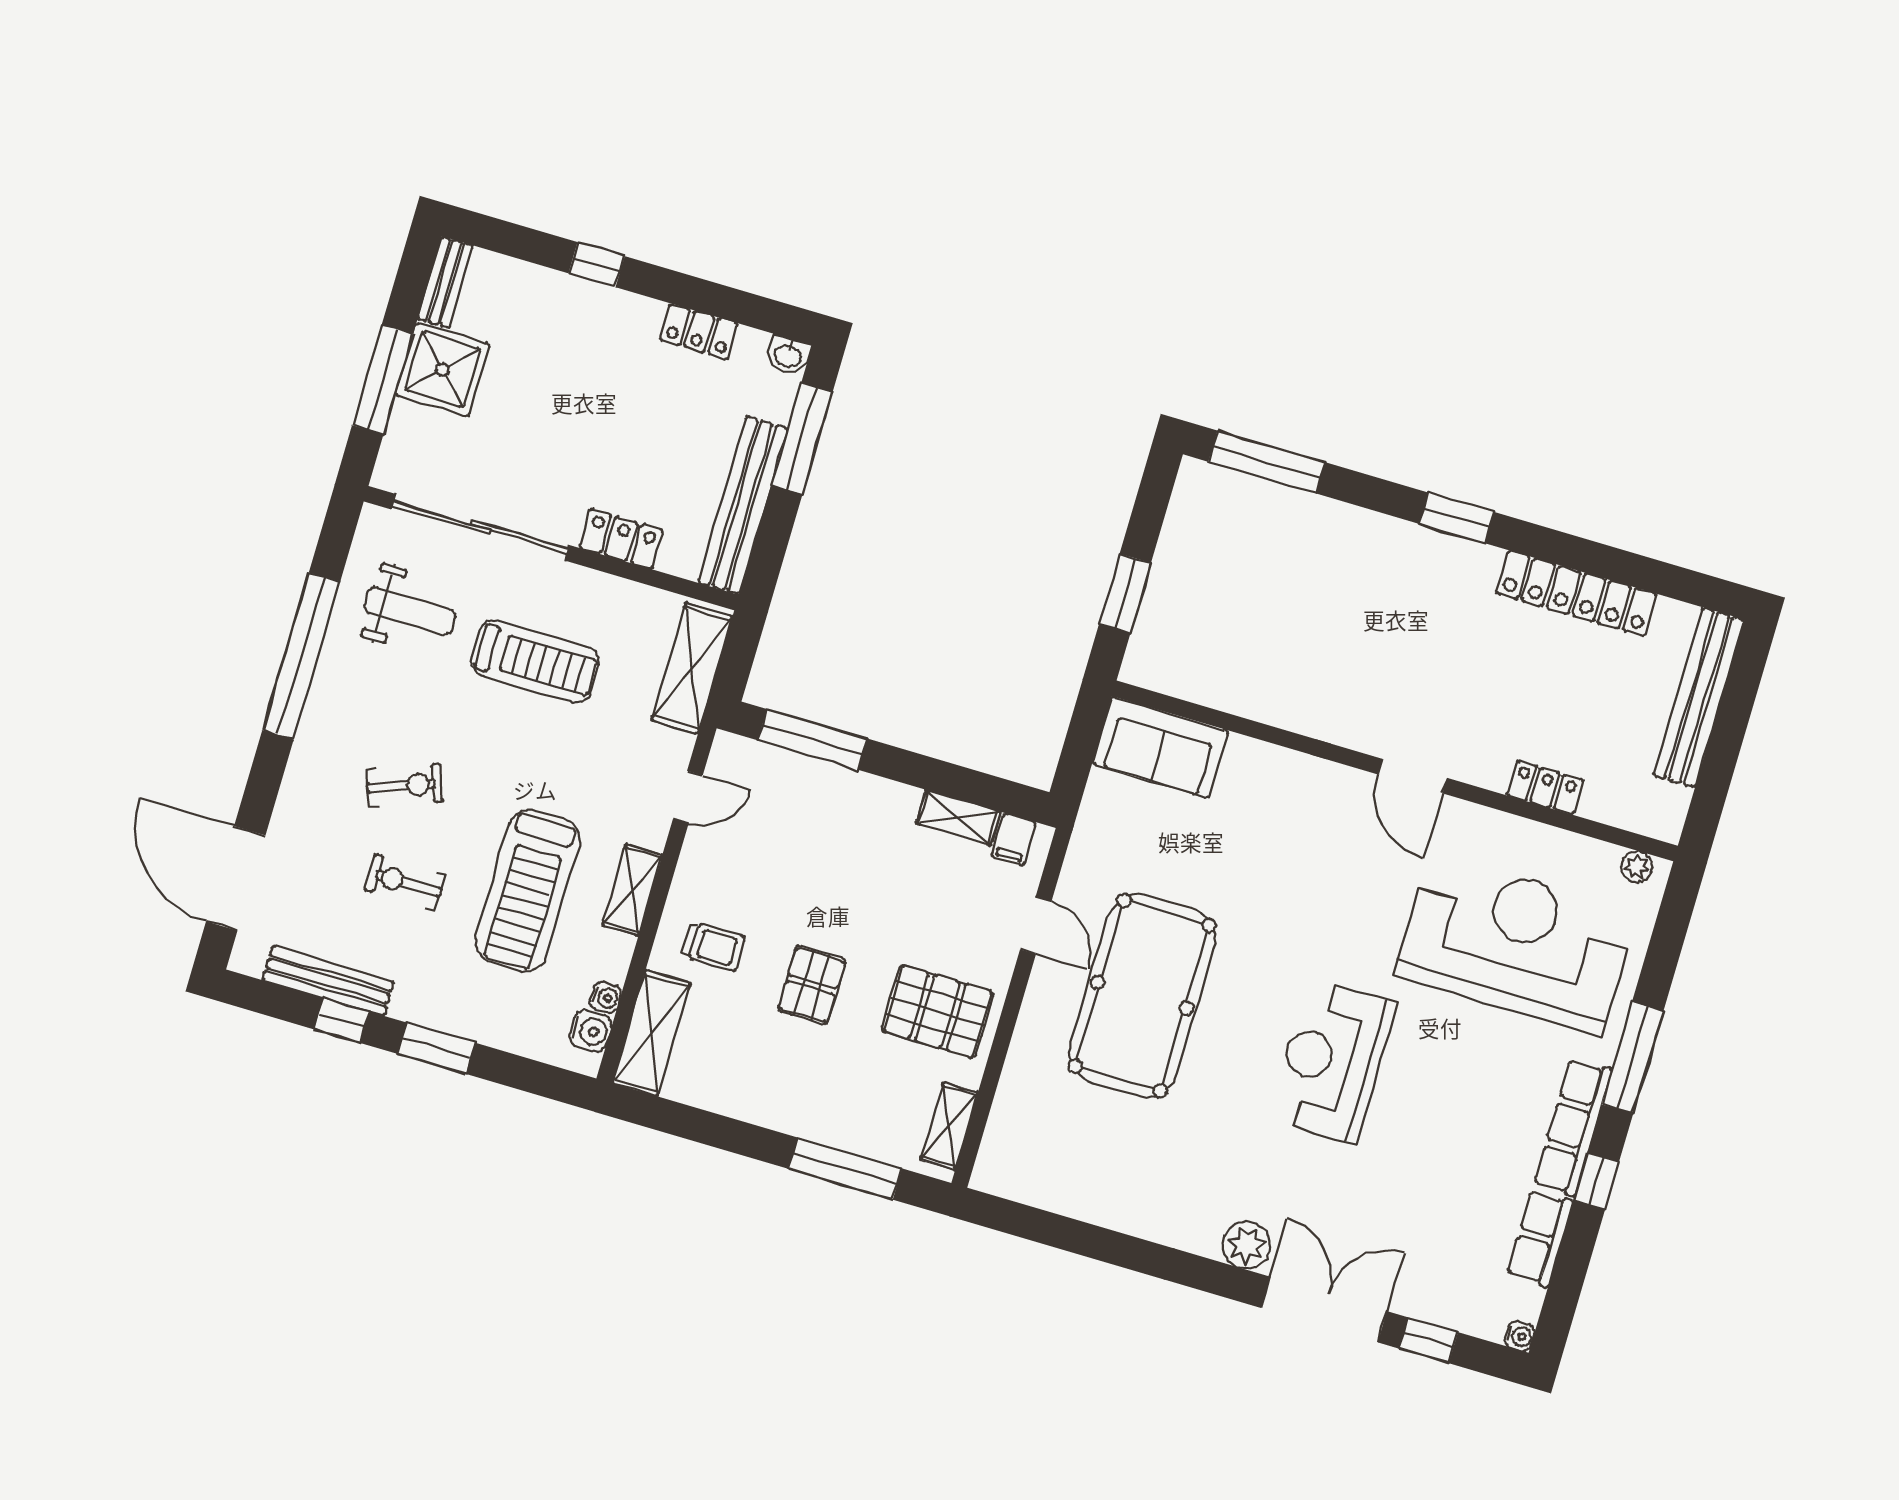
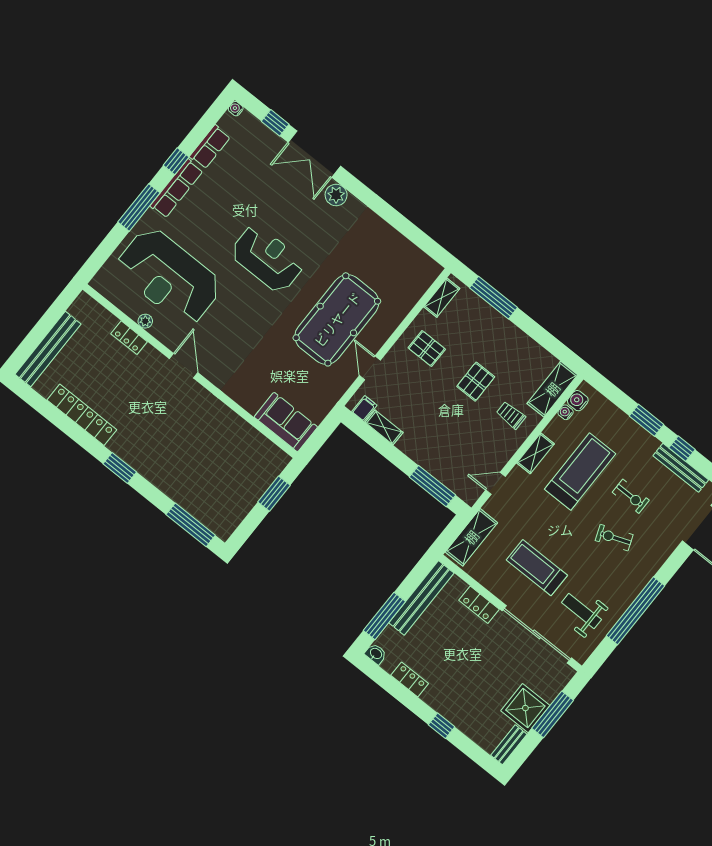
plant: (1636, 867) -> (145, 321), moved
pallet: (937, 1011) -> (427, 348), width x0.67, depth x0.71
reception desk: (1332, 1061) -> (267, 258), turned -90

